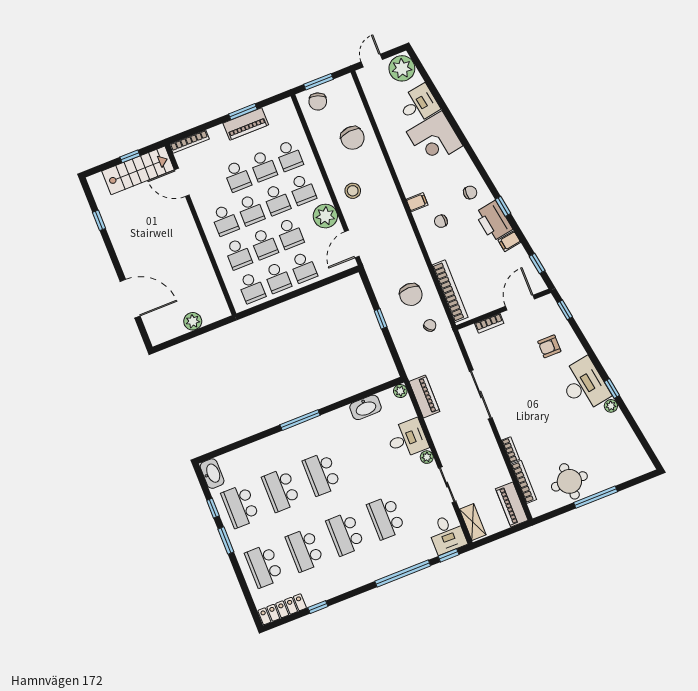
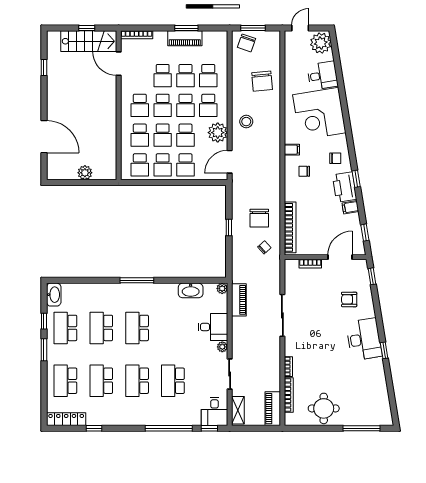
corner desk: (435, 139) -> (319, 114), width x1.36, depth x1.36
plant: (611, 406) -> (378, 363), removed
window: (596, 497) -> (361, 428), moved

